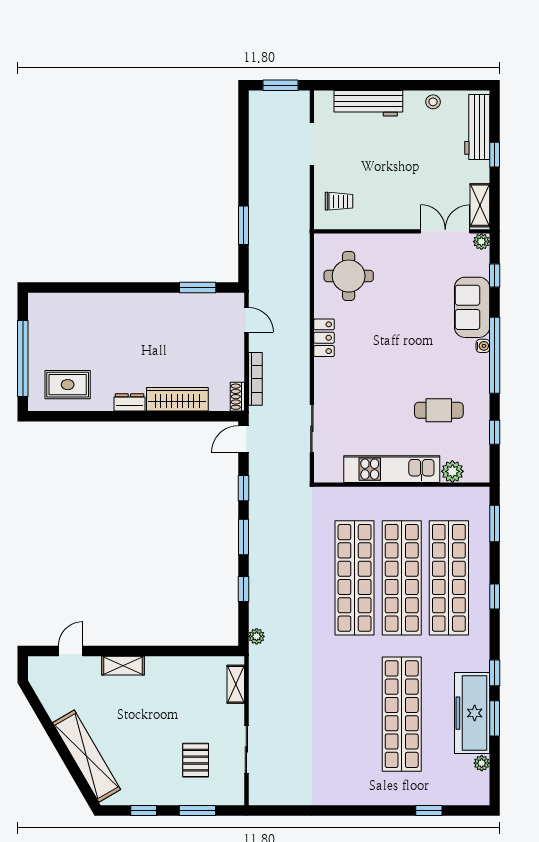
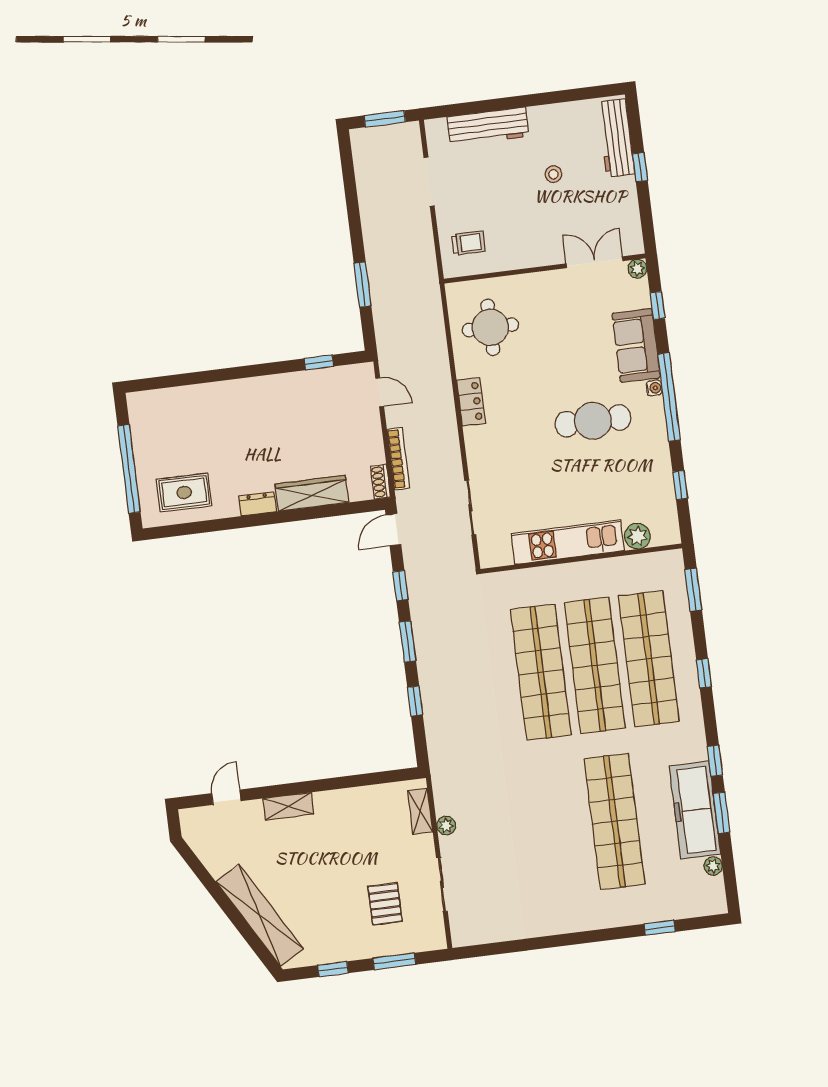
stool: (433, 102) -> (553, 174), moved
shelving: (480, 205) -> (630, 227), removed
window: (198, 288) -> (319, 362), width x0.67
cafe table: (439, 410) -> (593, 421), moved, width x1.37, depth x1.35
plant: (257, 636) -> (446, 825), moved

